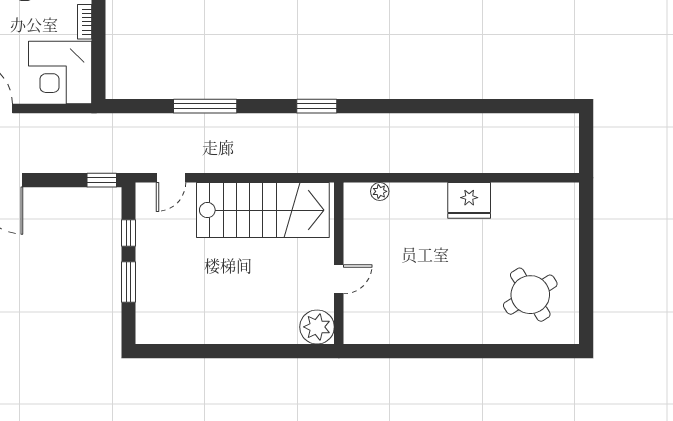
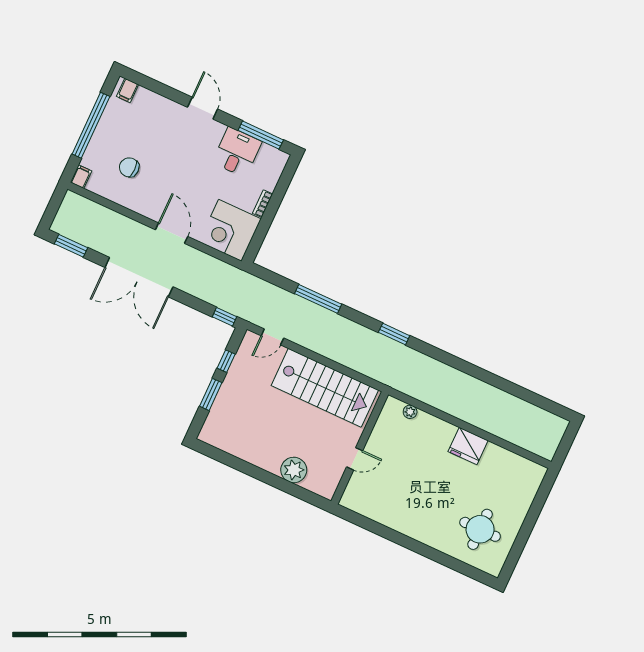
round table: (530, 295) -> (480, 529), turned 32
plant: (317, 327) -> (294, 470), moved

